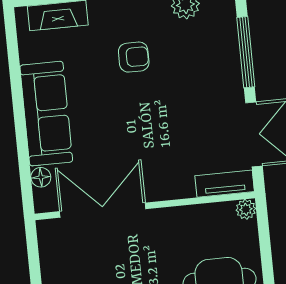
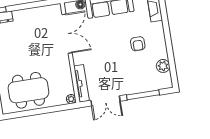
tv unit: (225, 184) -> (81, 83), width x1.41

